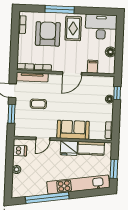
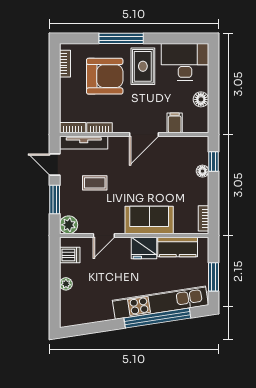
armchair: (48, 34) -> (105, 76), turned 90
plant: (20, 131) -> (69, 225), added
window: (47, 198) -> (157, 318), moved

